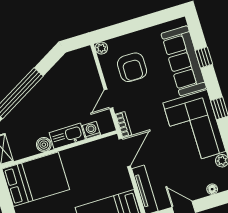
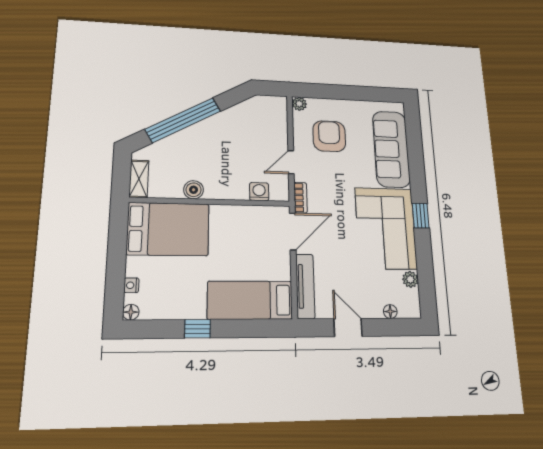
window: (204, 57) -> (415, 153), removed
armchair: (132, 67) -> (329, 136), turned 180
kitchen sink: (67, 136) -> (227, 189), removed

